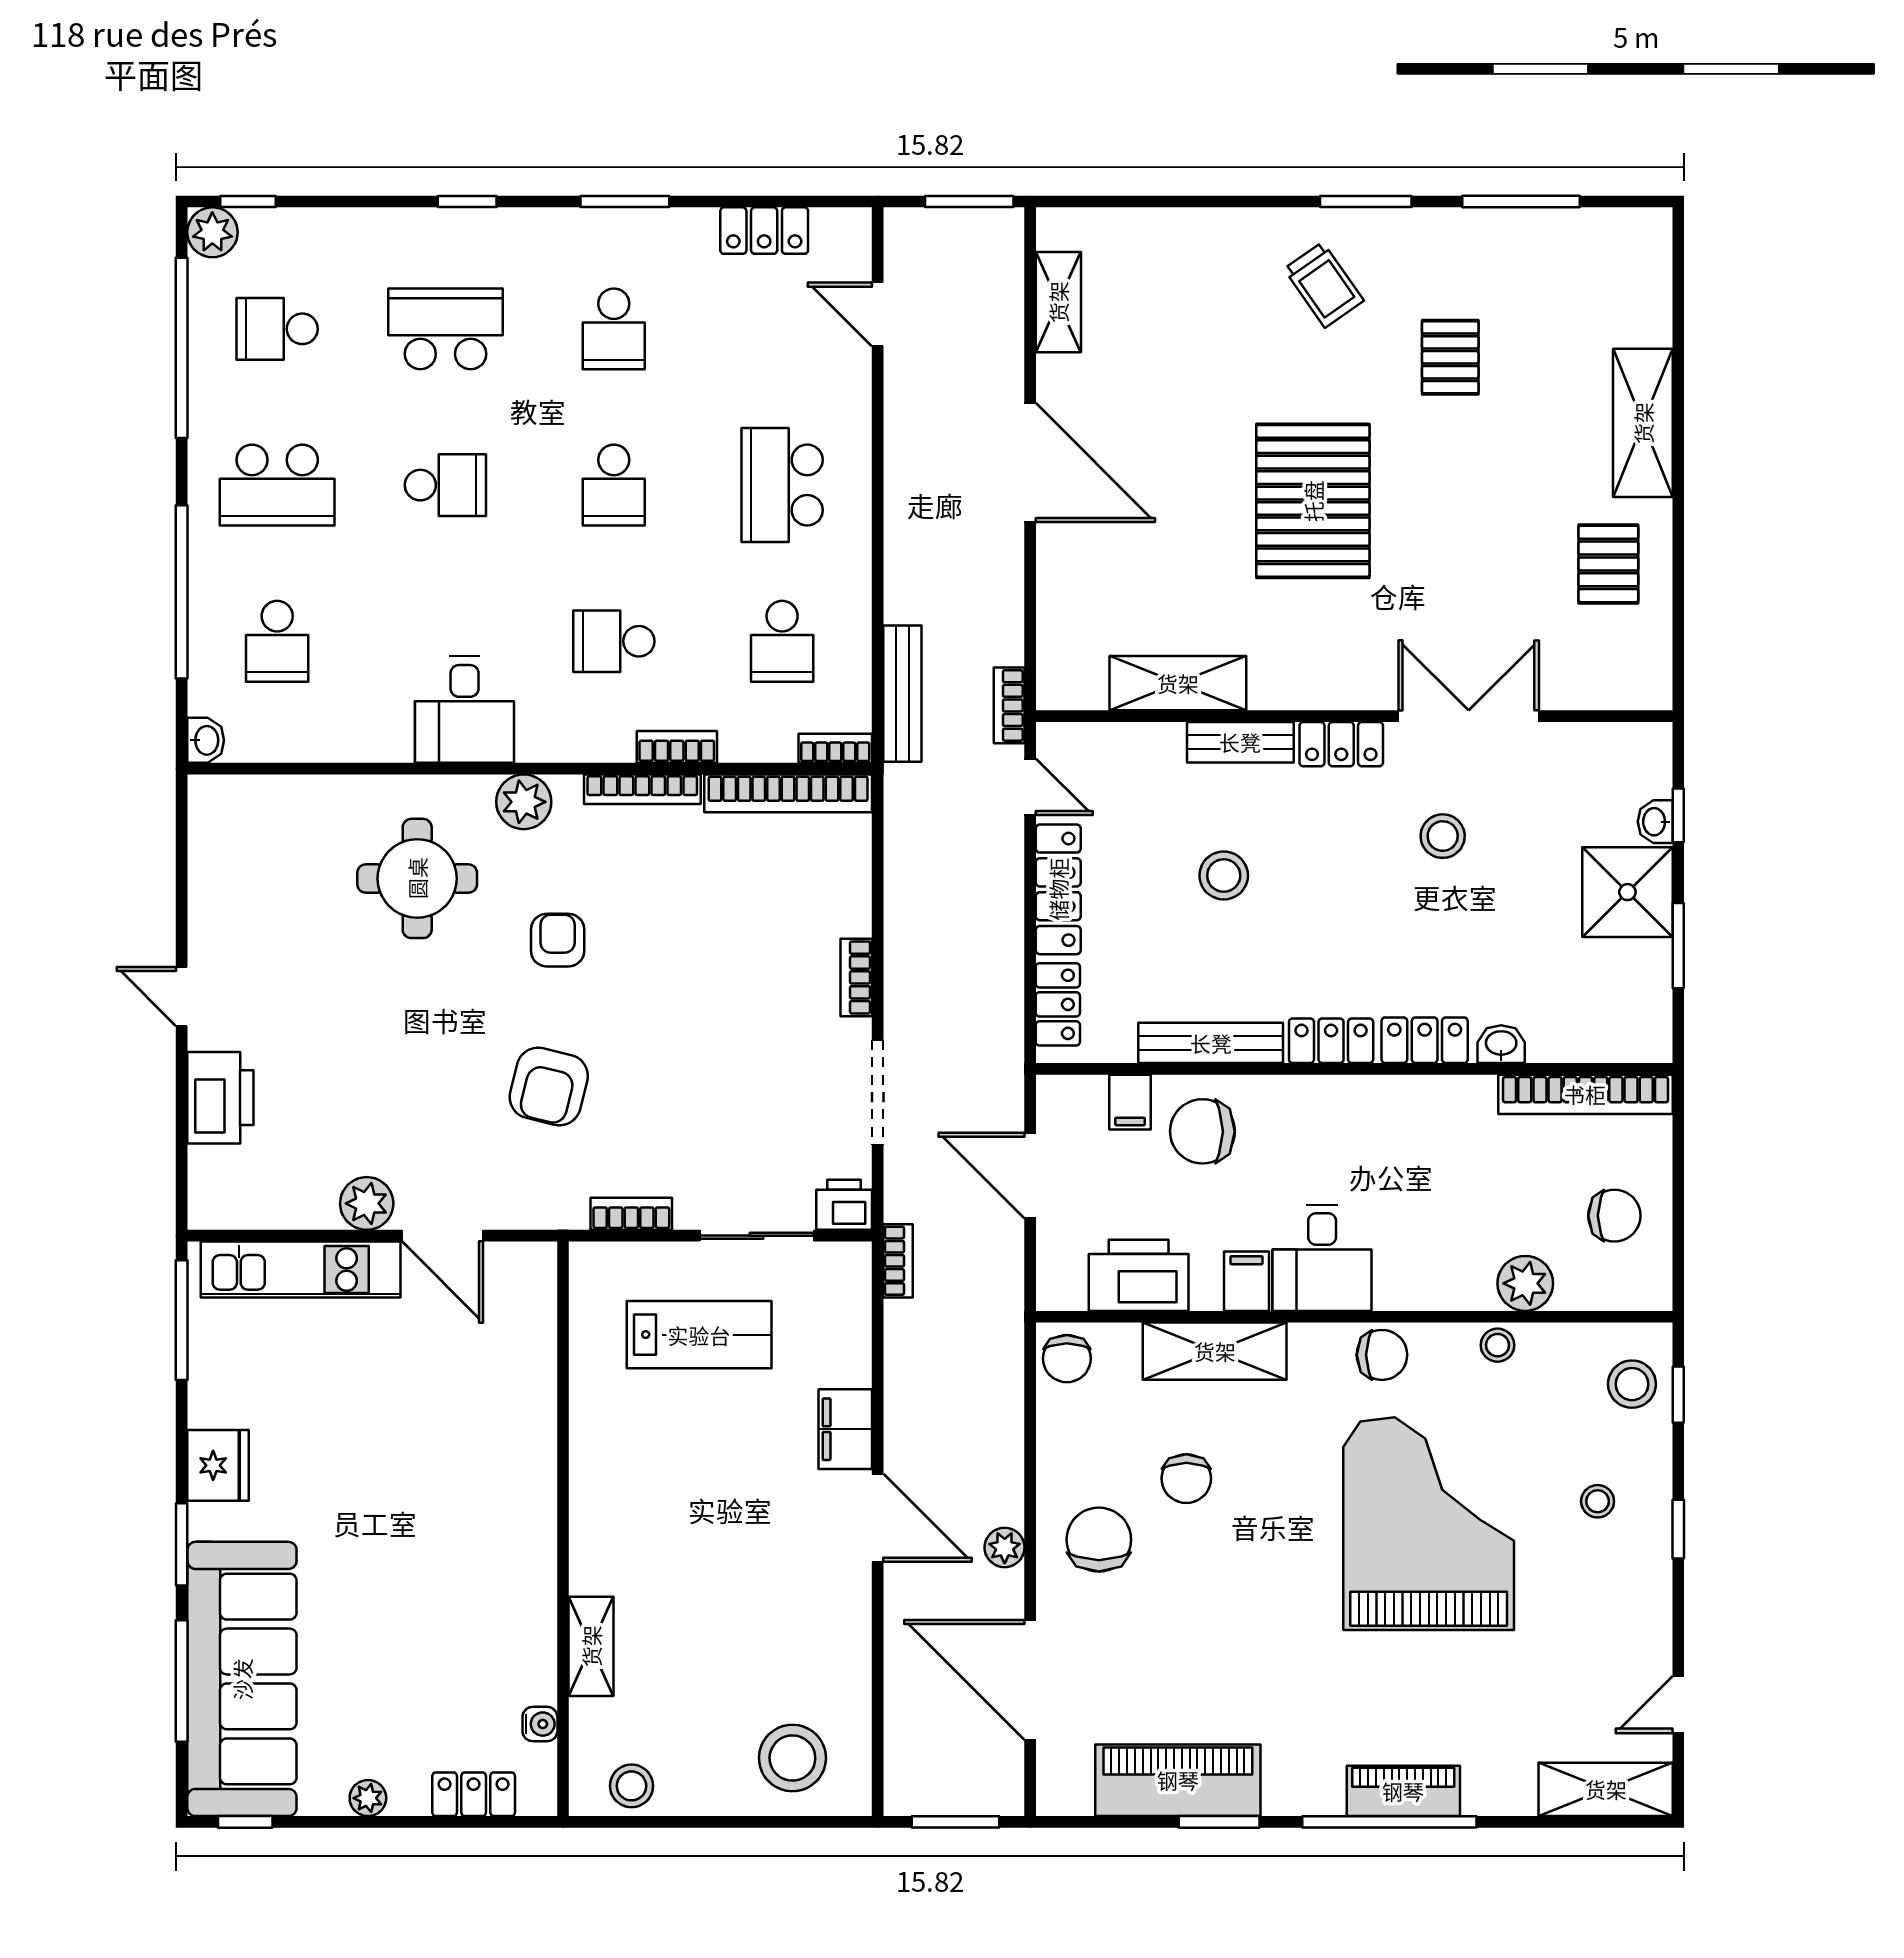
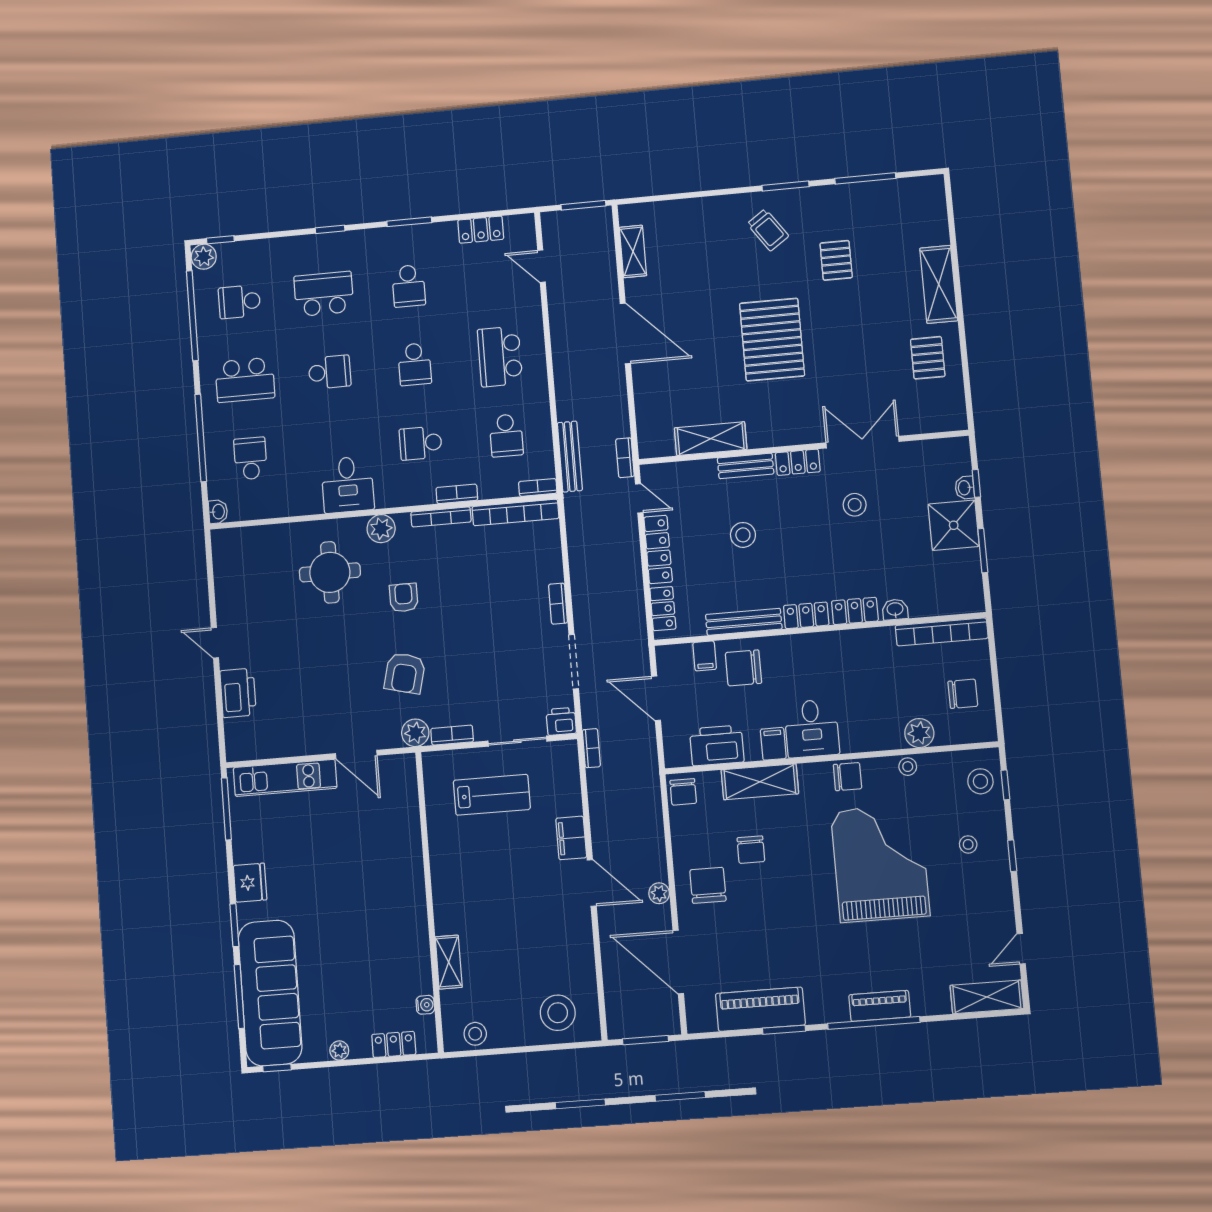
school desk: (277, 641) -> (250, 458), turned 180
plant: (367, 1203) -> (415, 733), moved

